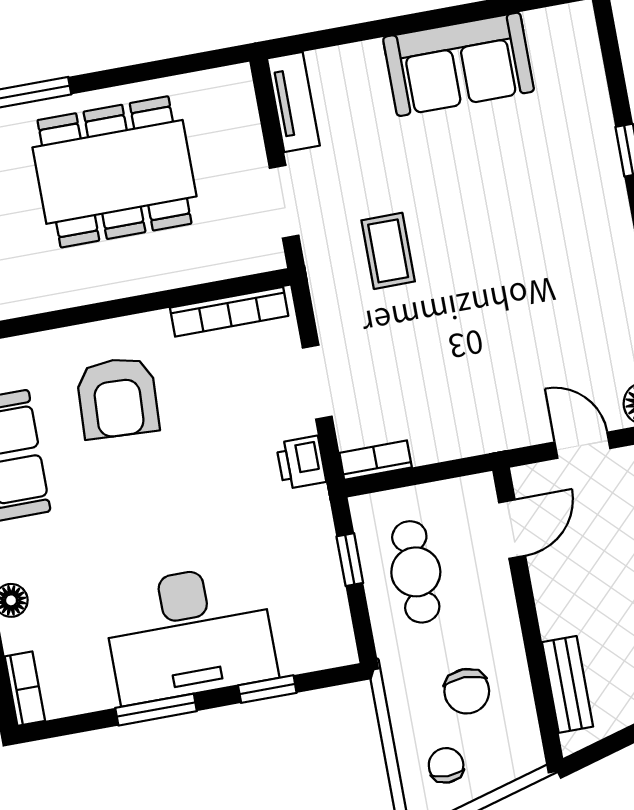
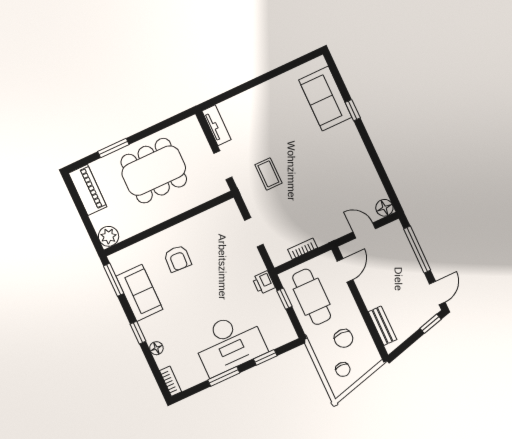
sofa: (459, 64) -> (325, 99), moved, turned 90
bookcase: (229, 312) -> (212, 214), removed
armchair: (118, 398) -> (178, 258), width x0.72, depth x0.72
bookcase: (376, 460) -> (303, 249), moved
printer: (301, 462) -> (264, 283), moved
cafe table: (416, 572) -> (312, 297), width x1.37, depth x1.35
chair: (446, 765) -> (343, 369), turned 180

